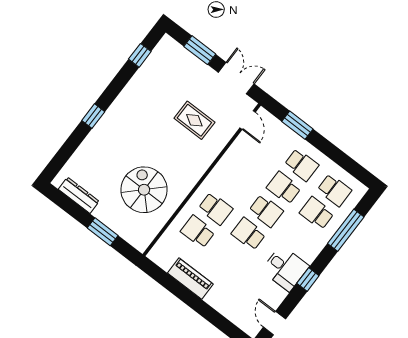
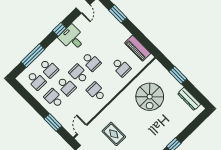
school desk: (334, 190) -> (36, 81), turned 180
school desk: (215, 209) -> (96, 92), moved
piano: (190, 279) -> (138, 48), moved
window: (216, 319) -> (118, 14), added

